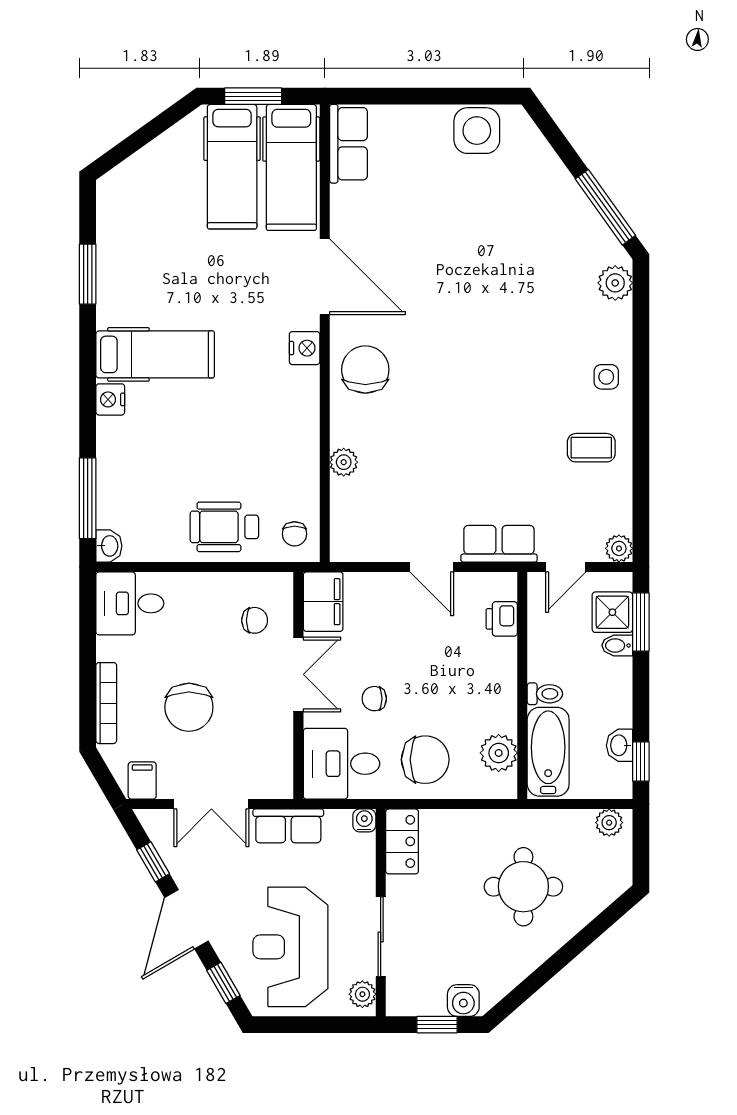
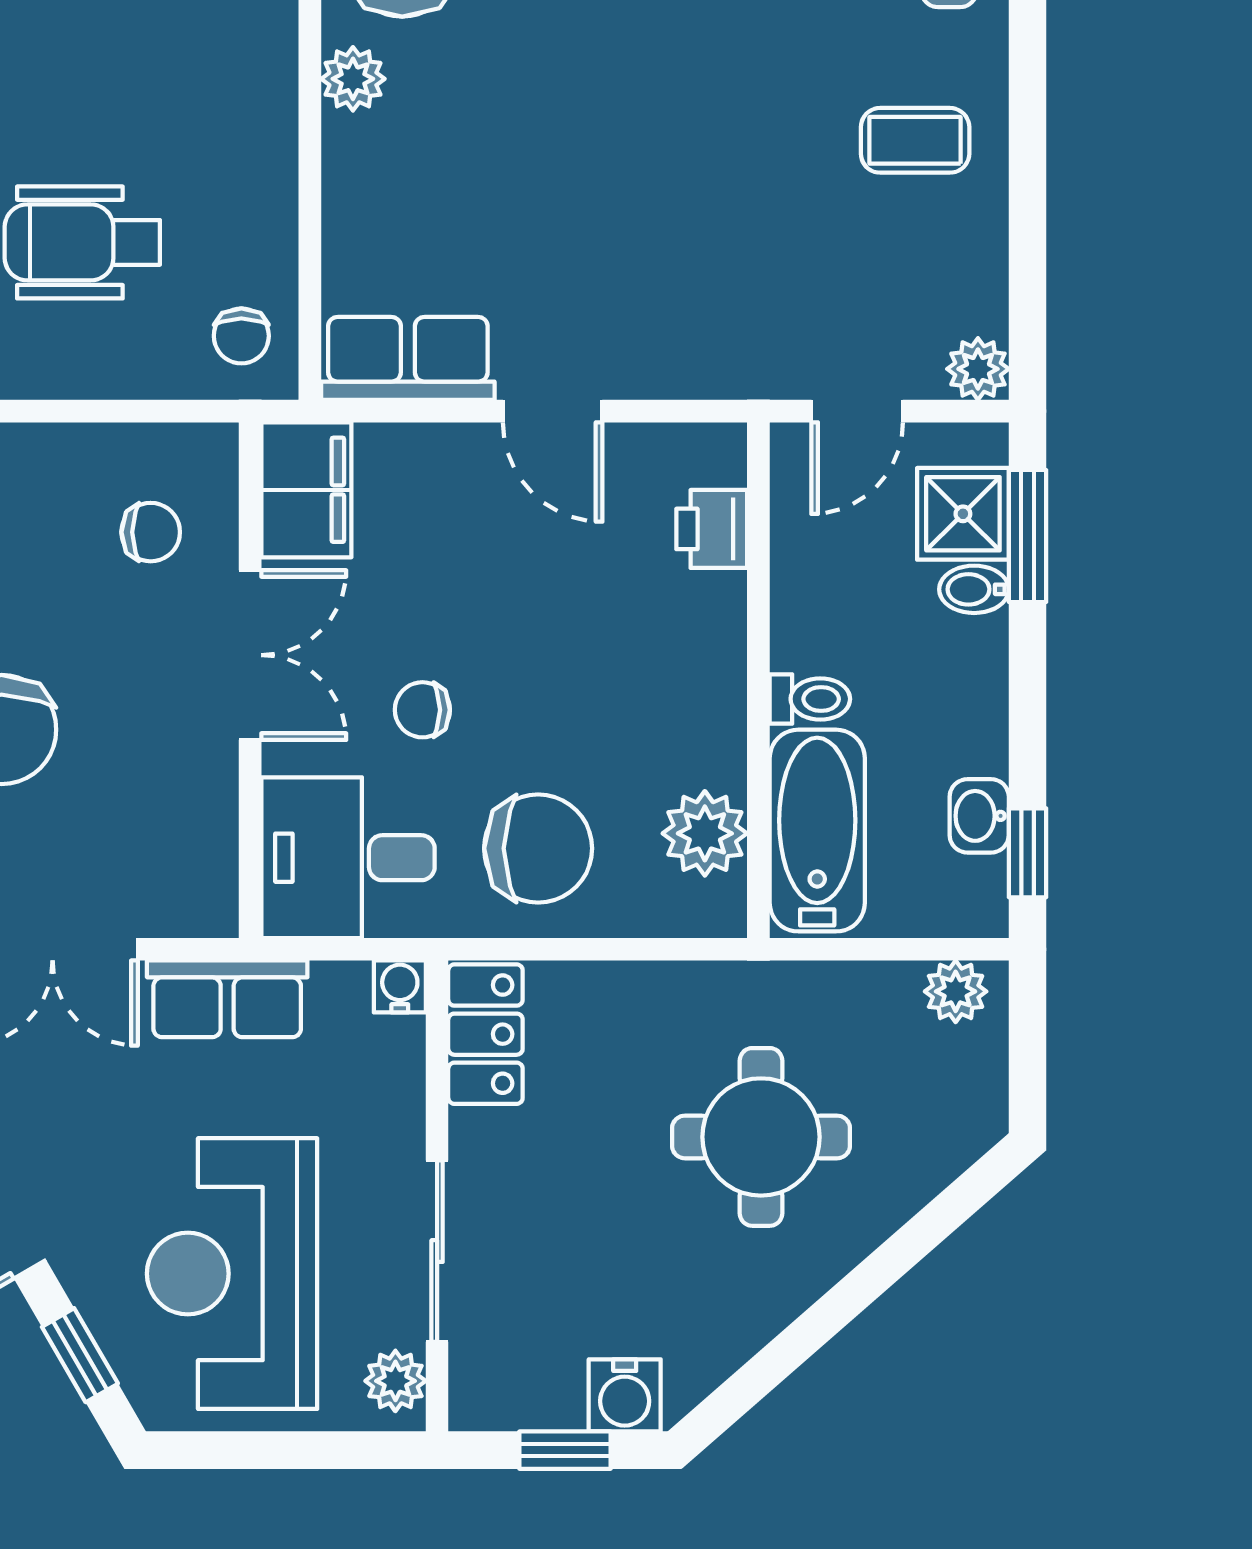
plant: (344, 462) -> (353, 79), moved
wheelchair: (224, 527) -> (82, 242), moved
row of seats: (499, 544) -> (408, 358), moved

